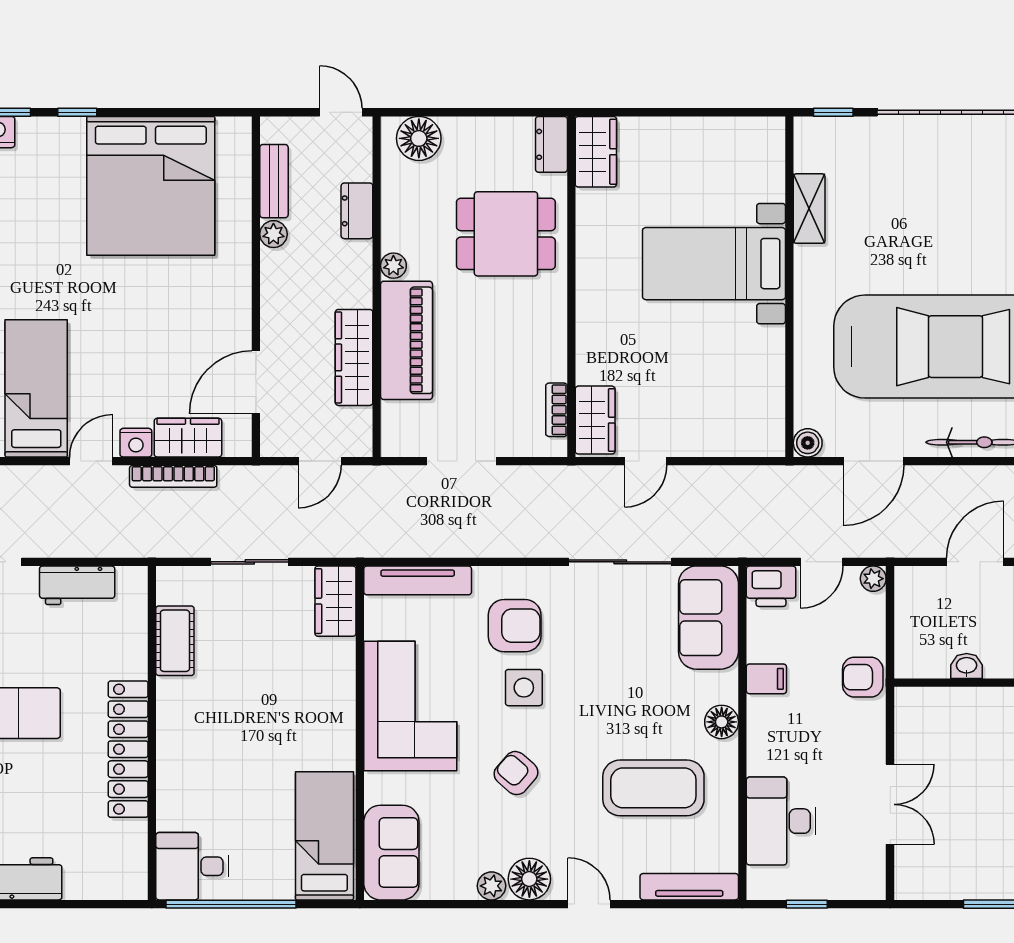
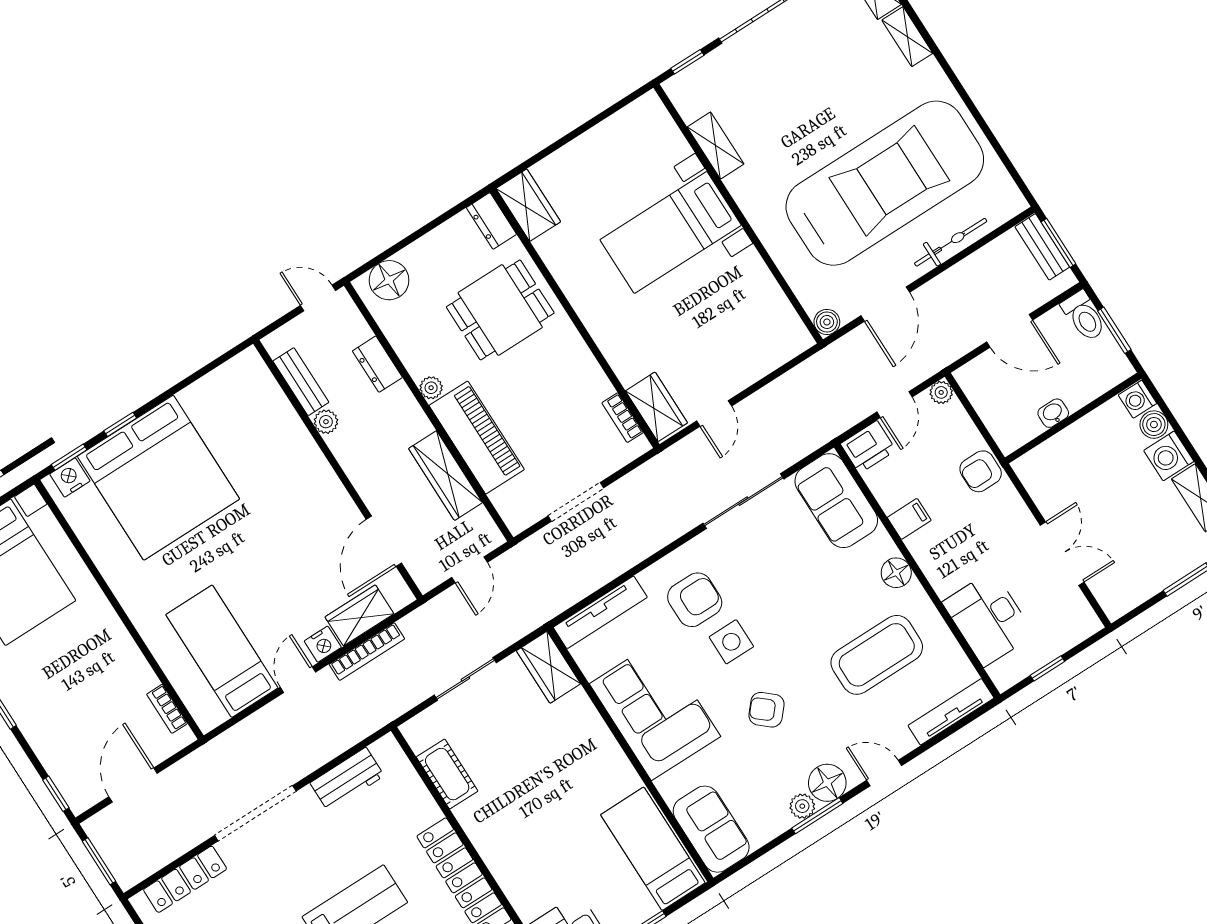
bed: (151, 186) -> (158, 478), moved
door: (975, 562) -> (1010, 331), swing flipped
window: (500, 904) -> (817, 816), added

